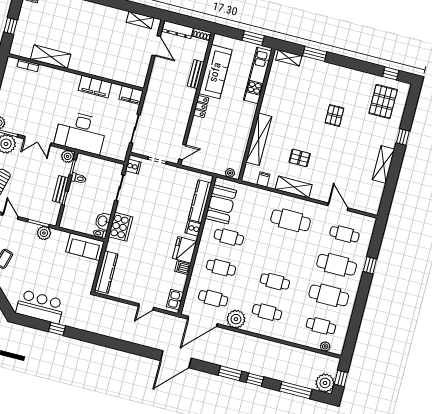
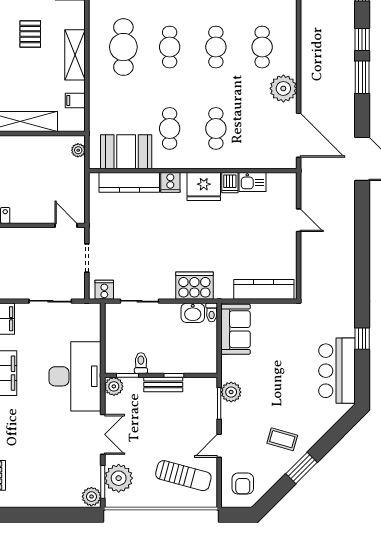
pallet: (300, 158) -> (30, 34), moved
cafe table: (213, 298) -> (170, 47), moved
kitchen sink: (175, 300) -> (253, 182), moved

